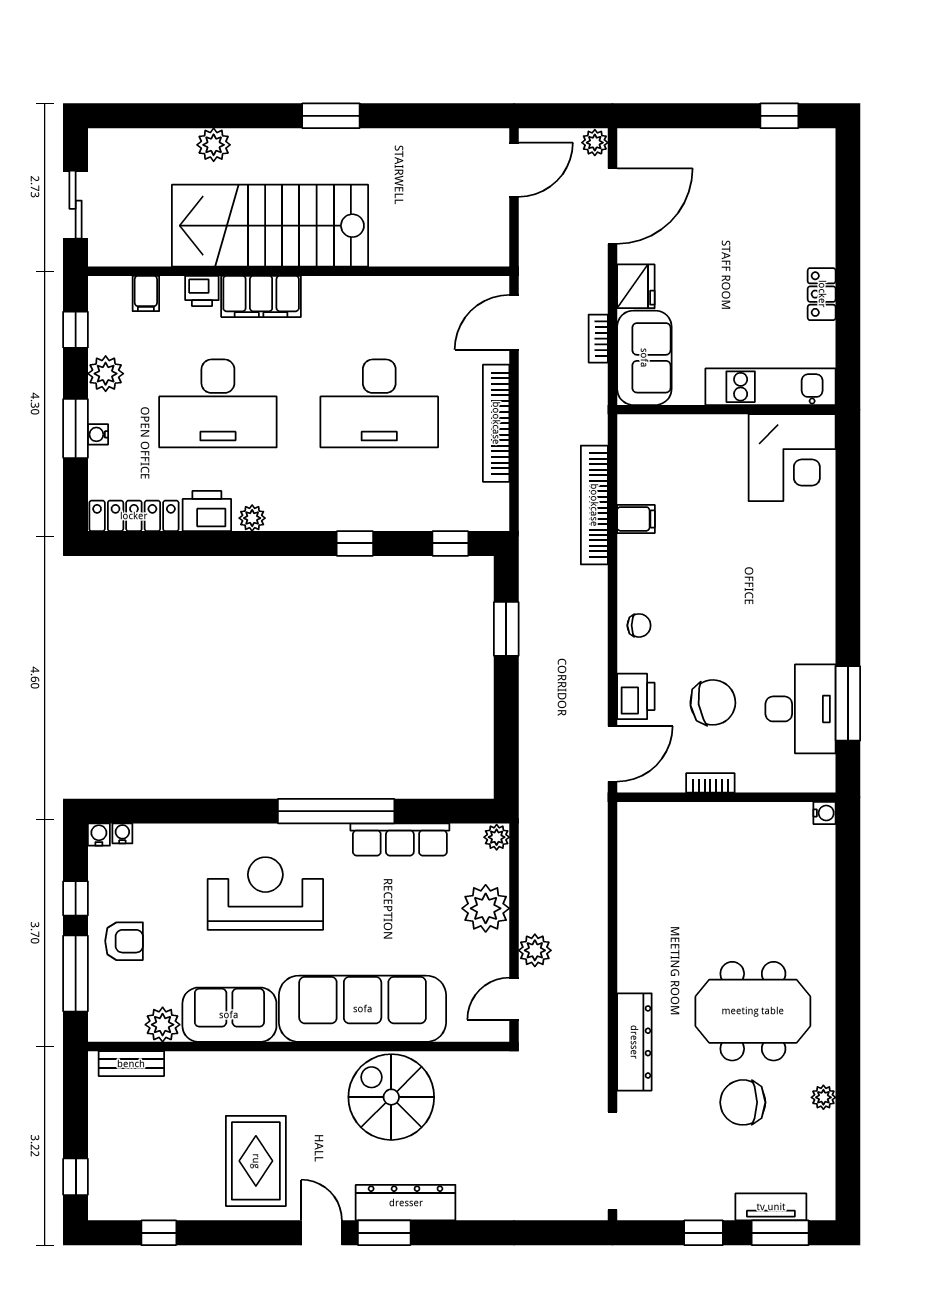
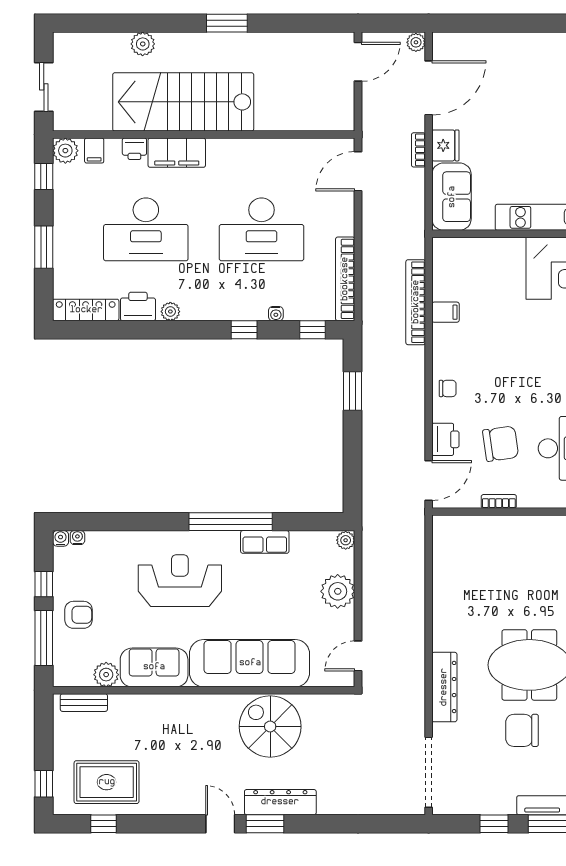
window: (779, 116) -> (548, 23), removed
bookcase: (598, 339) -> (418, 150), moved
plant: (106, 374) -> (65, 151), moved
bookcase: (496, 423) -> (345, 279), moved
water cooler: (98, 434) -> (276, 314), moved, turned -90
row of seats: (400, 840) -> (265, 542), width x0.68
plant: (535, 950) -> (373, 621), removed
rug: (256, 1161) -> (107, 782), moved, turned 90

